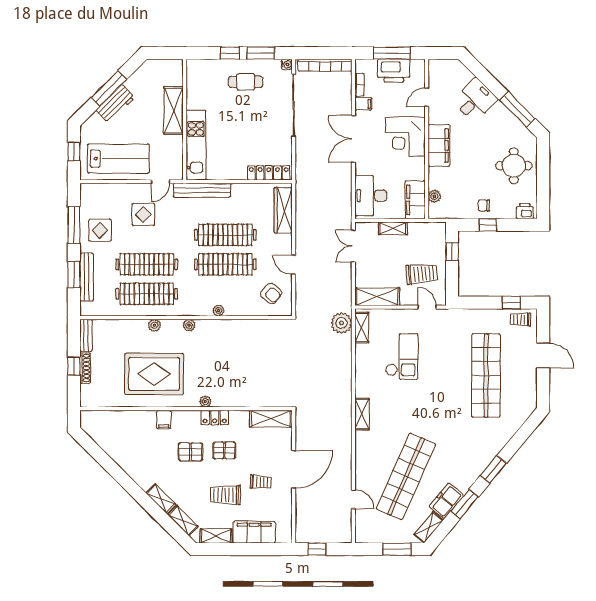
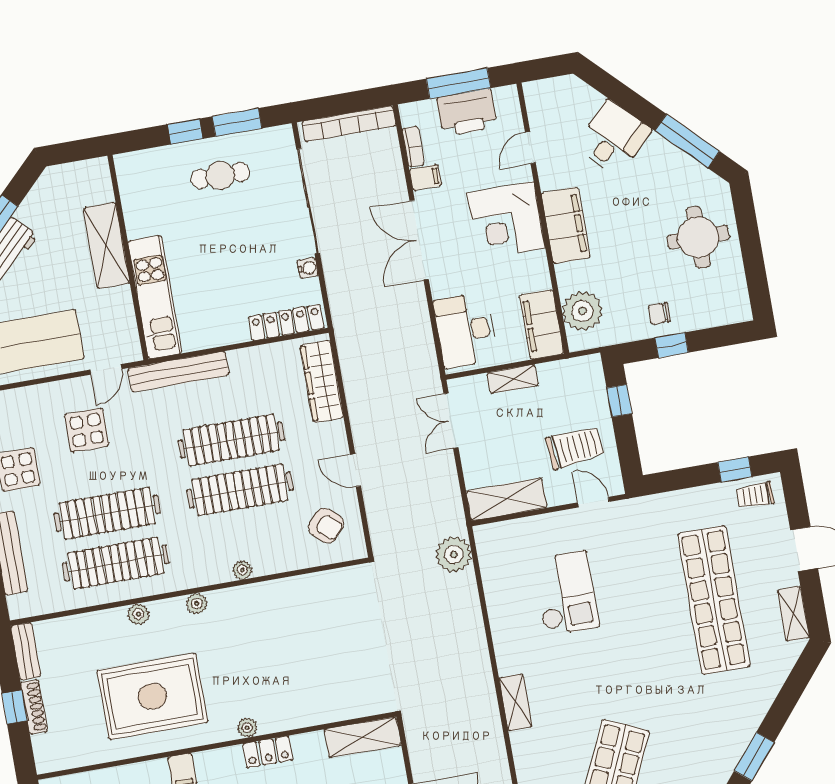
water cooler: (287, 64) -> (308, 268), moved
plant: (434, 196) -> (582, 311), width x1.88, depth x1.88
printer: (525, 211) -> (730, 311), removed
shelving: (362, 327) -> (793, 614), moved

